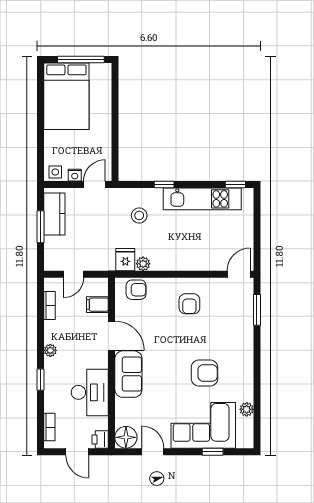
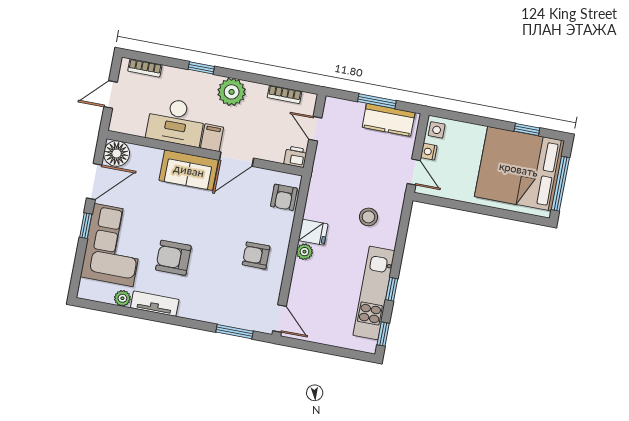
window: (41, 96) -> (527, 129), added
bed: (66, 96) -> (519, 169), width x1.36
window: (164, 185) -> (392, 289), moved
fridge: (125, 260) -> (313, 232), moved
plant: (143, 264) -> (304, 252), moved
filing cabinet: (97, 305) -> (212, 138), moved
plant: (50, 350) -> (232, 92), width x1.88, depth x1.88
armchair: (205, 373) -> (173, 258), turned 90
tv unit: (246, 381) -> (155, 304), added
printer: (100, 439) -> (296, 157), moved
door: (153, 452) -> (94, 181), width x1.38
window: (213, 452) -> (86, 226), moved

